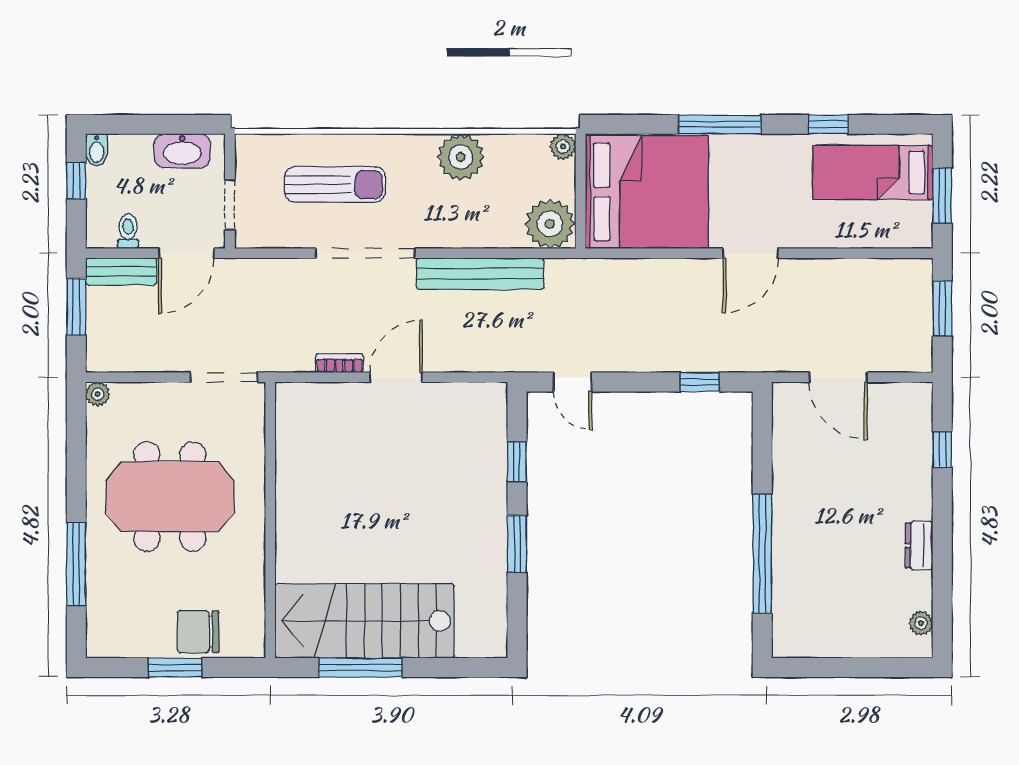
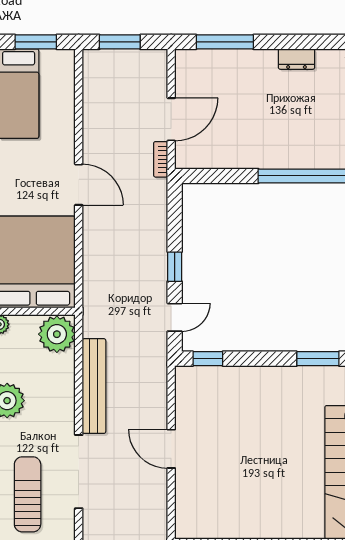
bookcase: (339, 363) -> (161, 159), moved
window: (700, 382) -> (175, 267), moved
window: (942, 449) -> (225, 42), width x2.17
window: (517, 462) -> (208, 359), moved
window: (517, 544) -> (318, 359), moved

